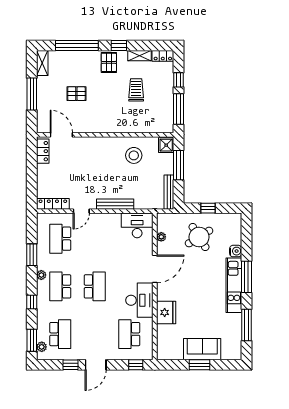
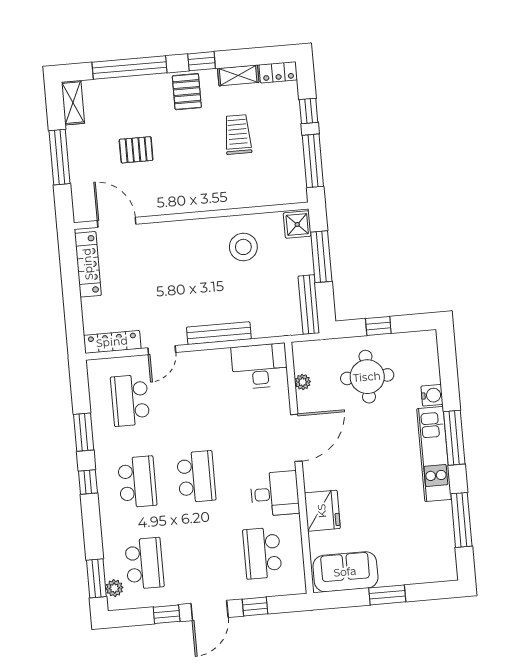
locker: (43, 151) -> (88, 264), width x1.53
round table: (199, 237) -> (367, 377), turned 32
plant: (41, 275) -> (103, 465), removed
school desk: (60, 286) -> (137, 482), turned 180
desk: (139, 300) -> (275, 494), width x0.73
window: (32, 302) -> (88, 482), moved
sofa: (202, 349) -> (345, 572), moved
window: (136, 365) -> (255, 606), moved

